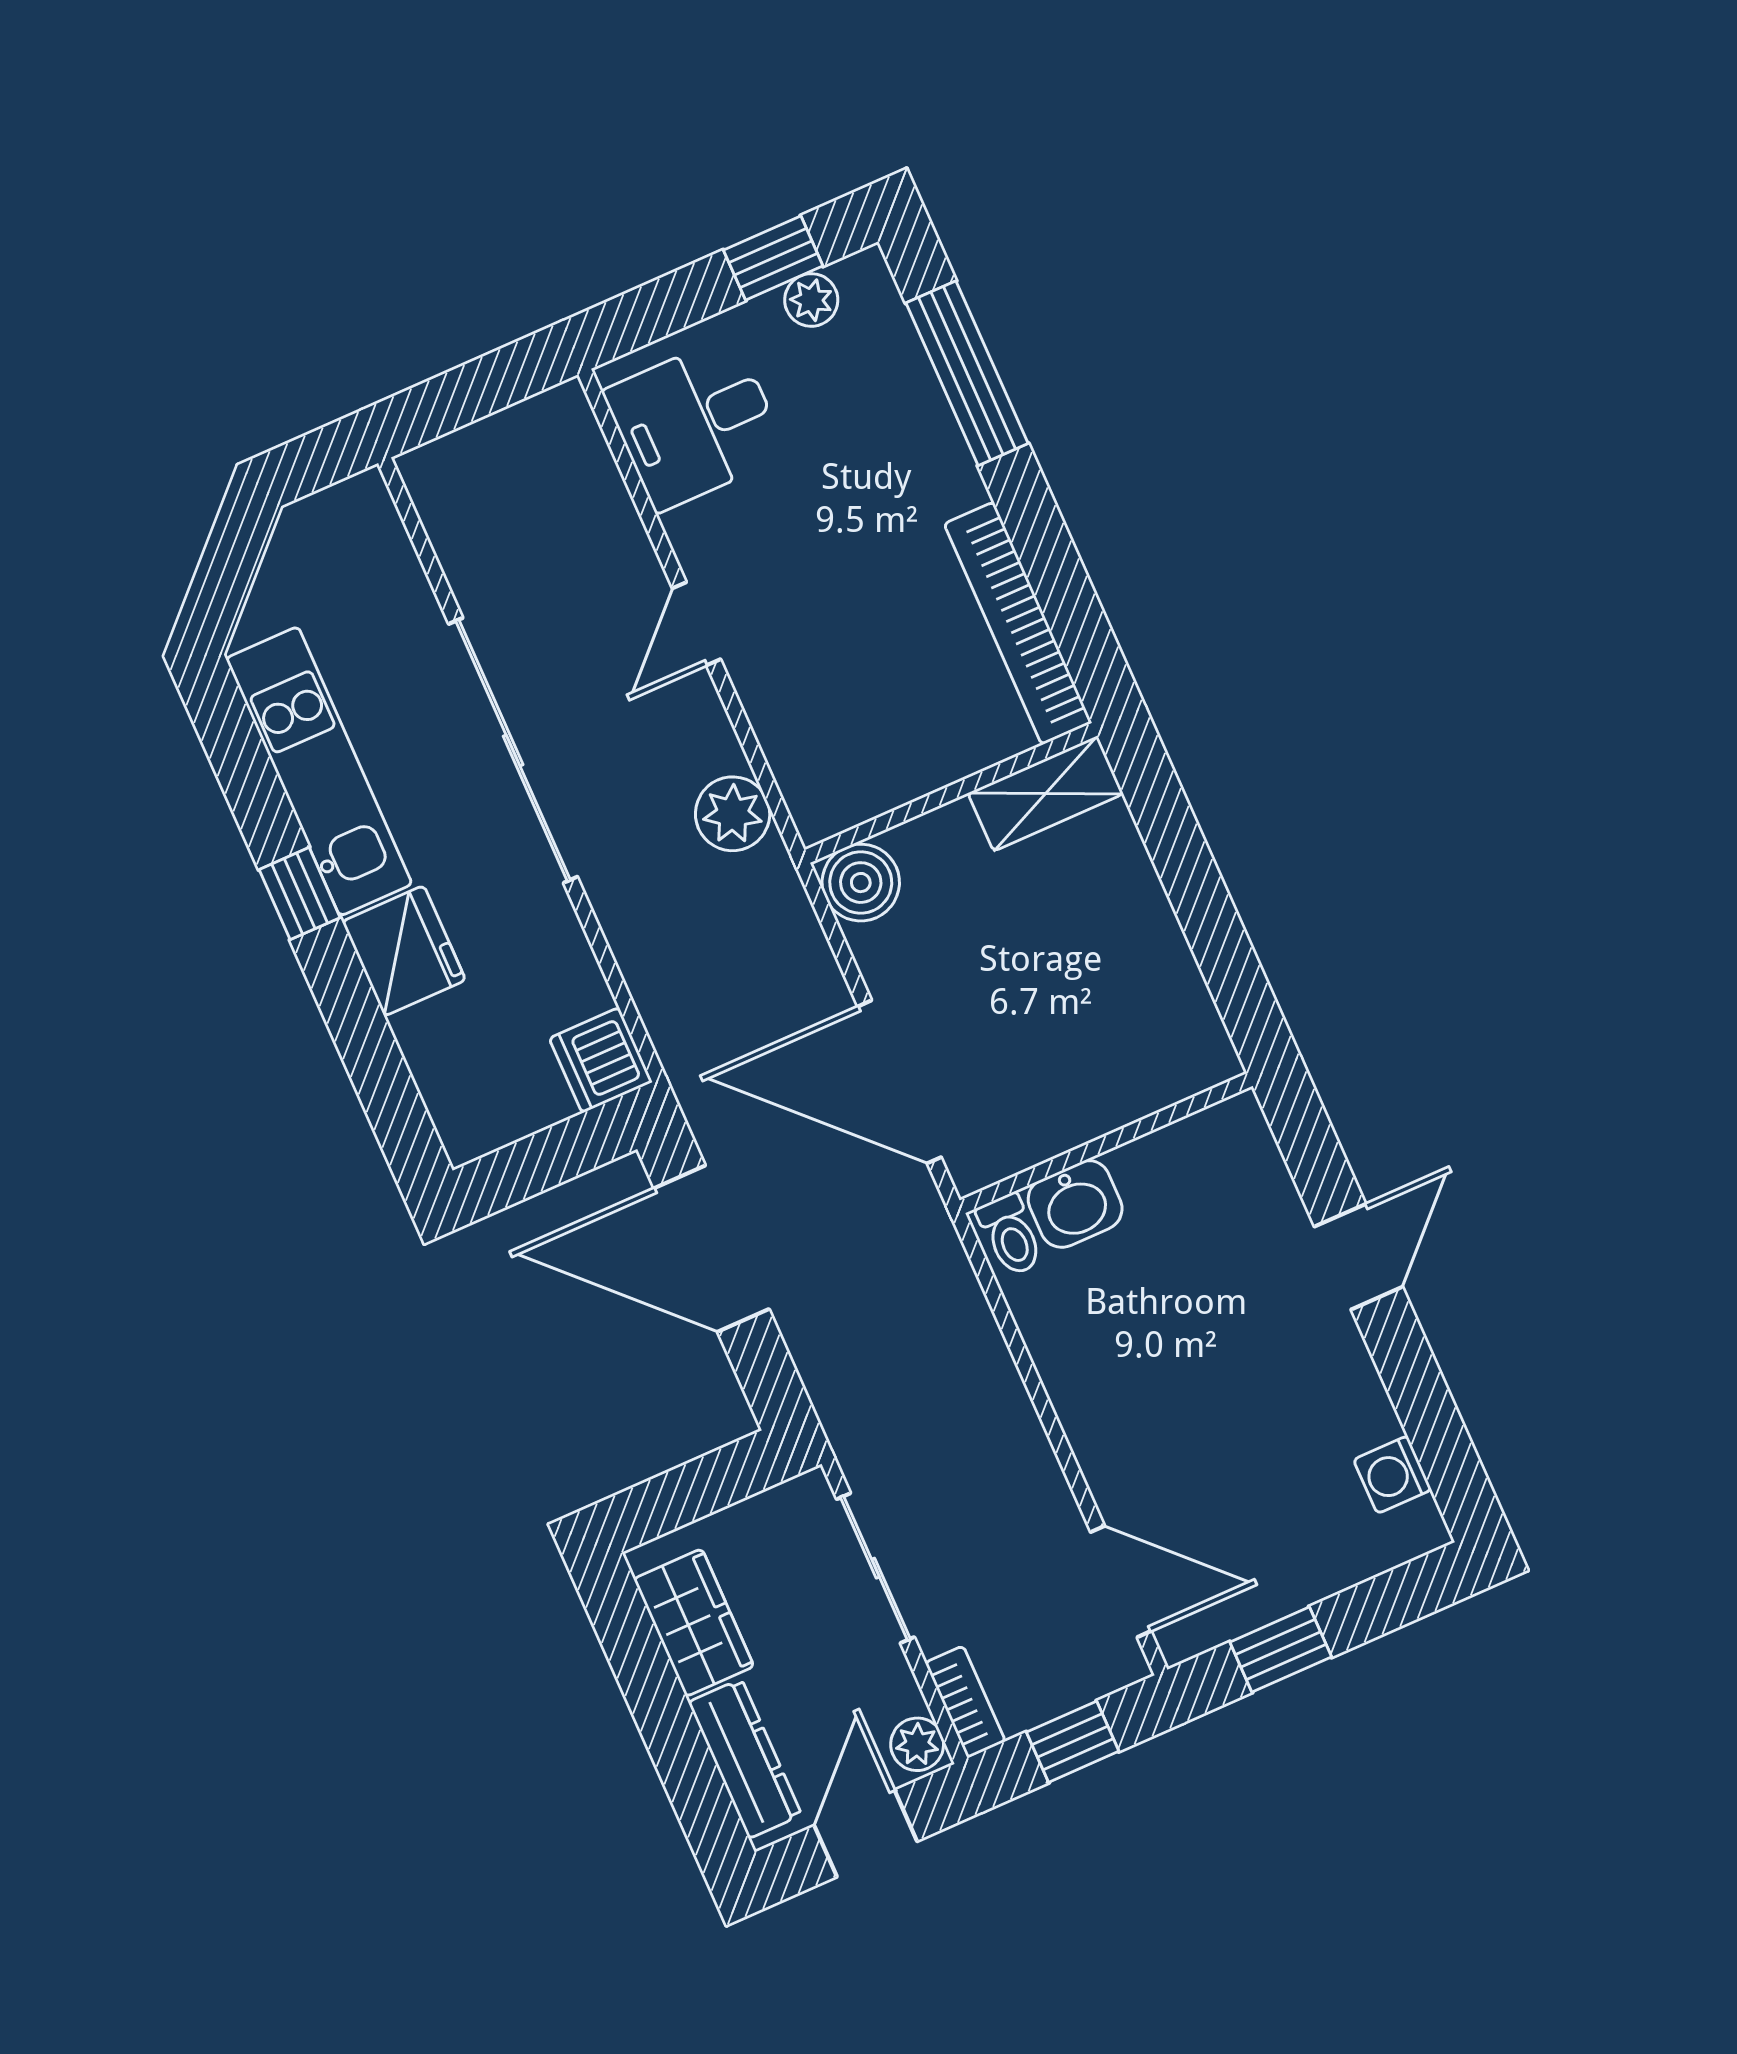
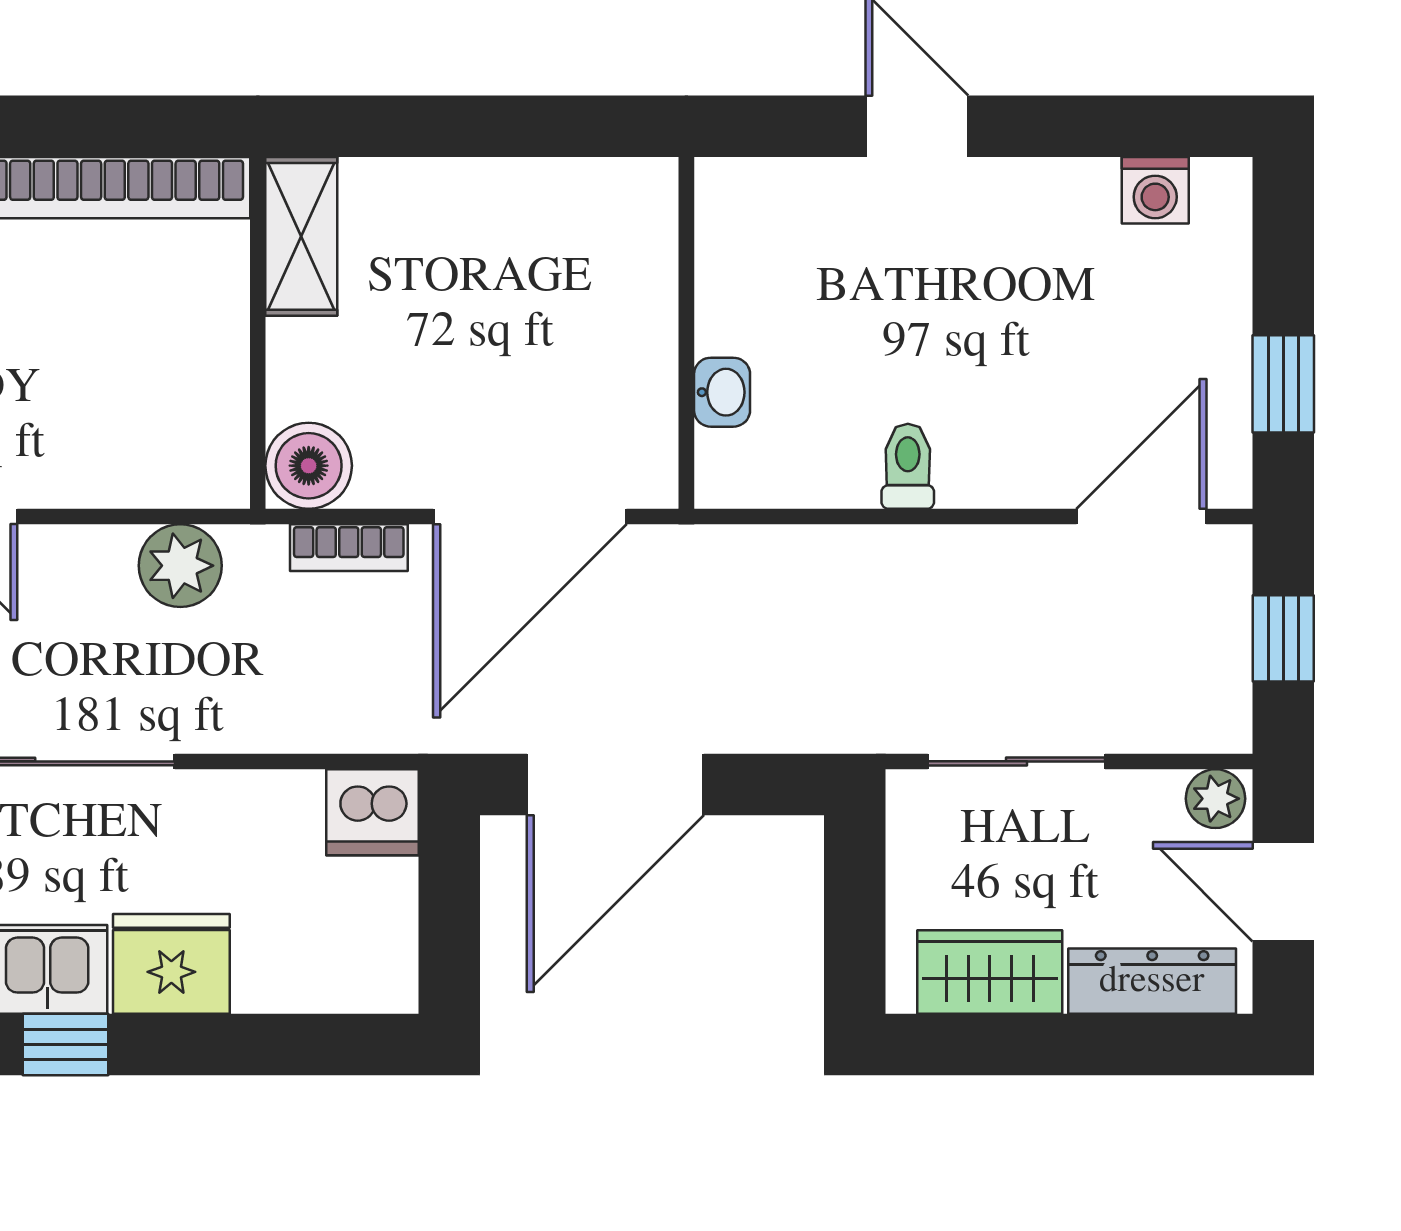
washbasin: (1075, 1204) -> (722, 392), width x0.72, depth x0.69
toilet: (1010, 1235) -> (908, 466), moved, turned -90
bookcase: (965, 1702) -> (349, 548), moved, turned 180

